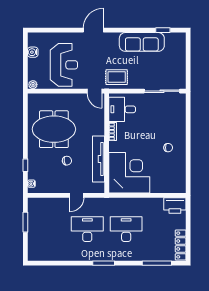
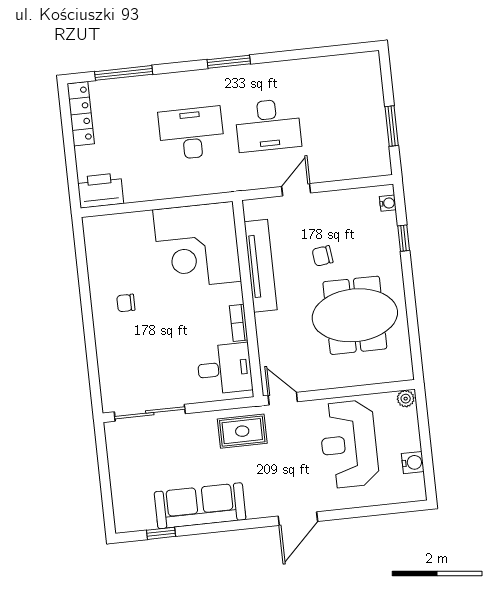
desk: (126, 229) -> (191, 133), turned 180

